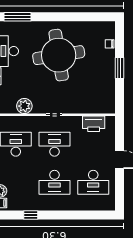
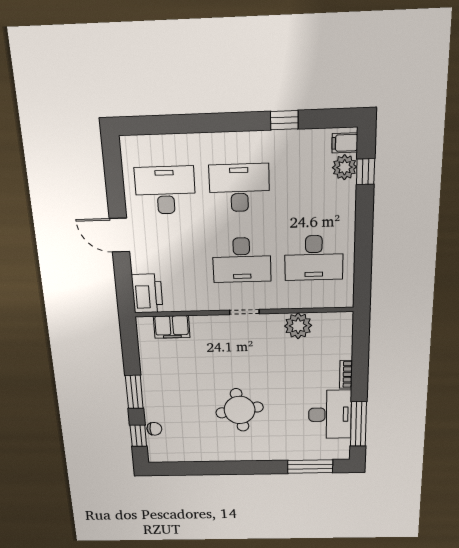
window: (119, 40) -> (138, 436), added
round table: (59, 55) -> (240, 410), width x0.54, depth x0.54
filing cabinet: (95, 107) -> (172, 327), added
printer: (94, 124) -> (147, 293), moved, turned 90

